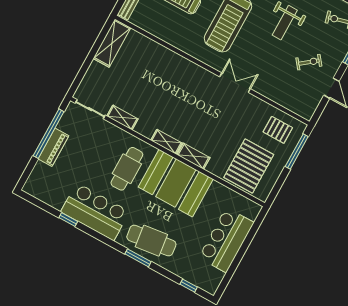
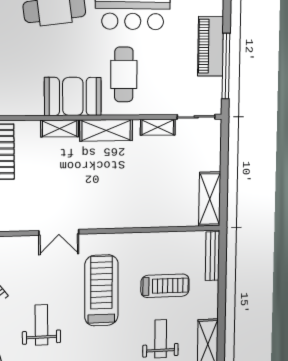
shelving: (166, 142) -> (106, 130), width x1.50, depth x1.33
piano: (53, 147) -> (211, 46), width x1.37, depth x1.33
booth: (176, 183) -> (73, 96), width x0.73, depth x0.70

